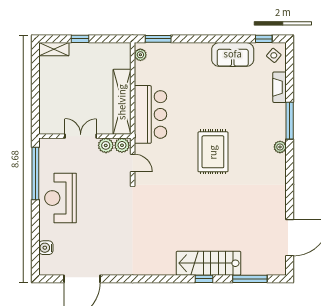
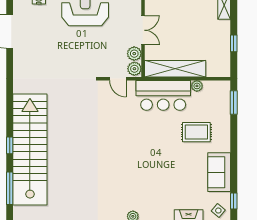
window: (80, 39) -> (234, 43), moved
plant: (140, 55) -> (197, 86), moved
rug: (213, 152) -> (196, 132), moved, width x0.73, depth x0.70
door: (133, 163) -> (118, 79), hinge flipped
stairs: (209, 263) -> (30, 150), width x1.86, depth x1.51

